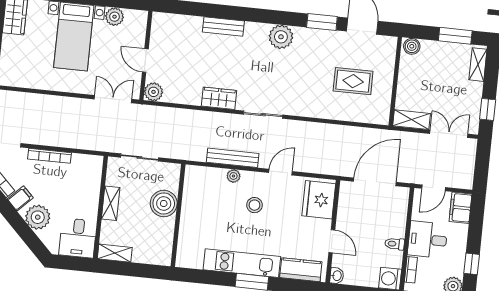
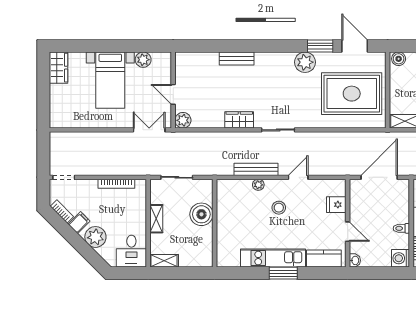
plant: (281, 37) -> (305, 62), moved
rug: (353, 81) -> (352, 94), width x1.86, depth x2.06
bookcase: (49, 156) -> (116, 184), moved
fridge: (319, 200) -> (336, 205), width x0.53, depth x0.75

